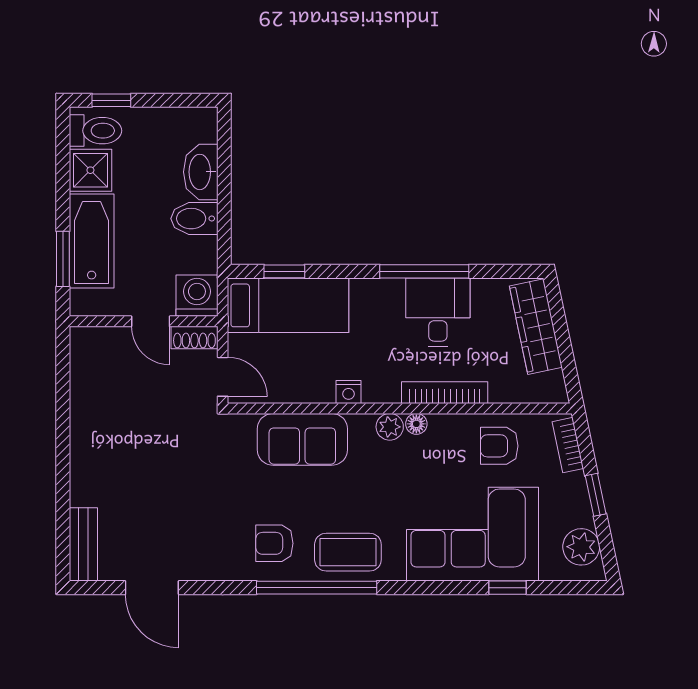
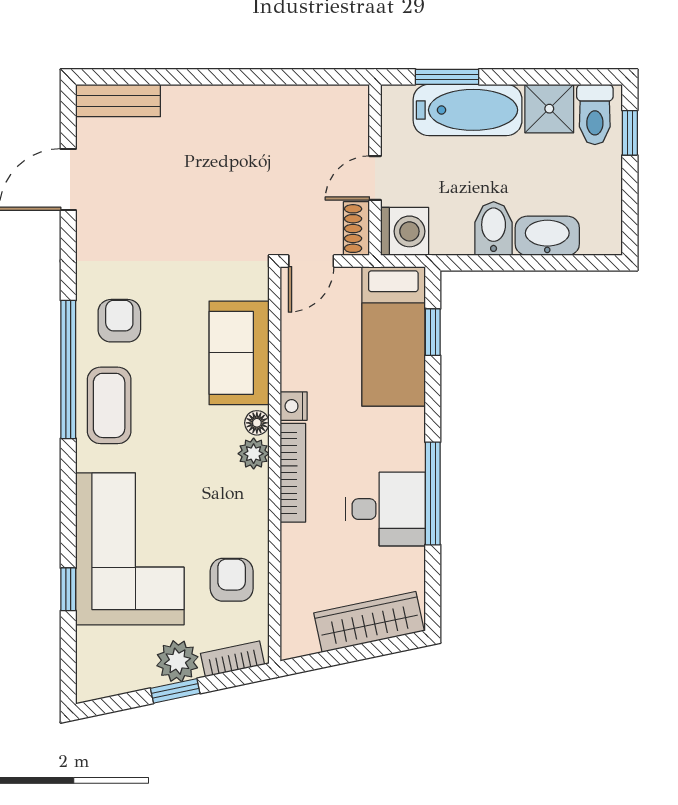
bookcase: (445, 393) -> (293, 473), moved
floor lamp: (416, 424) -> (257, 423), moved
plant: (581, 547) -> (177, 661), moved

